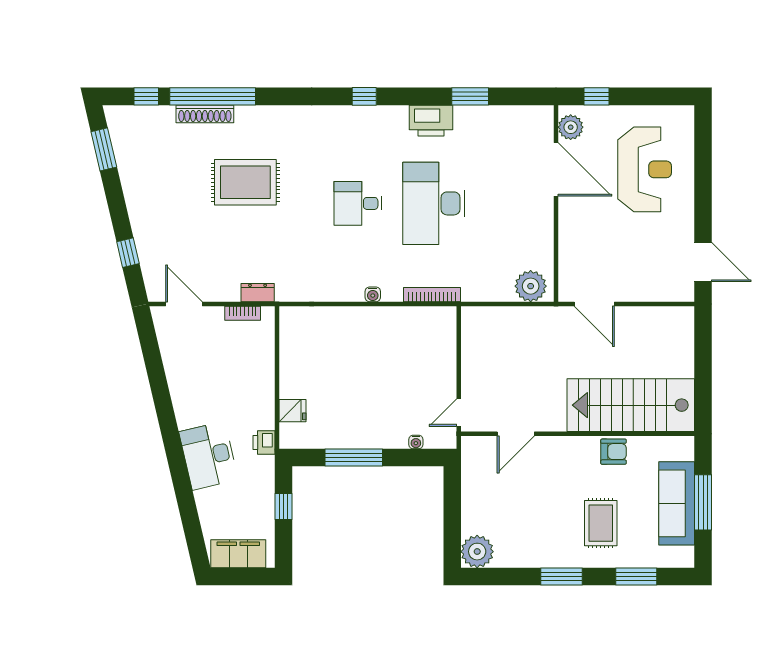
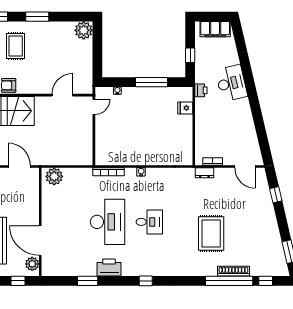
rug: (245, 182) -> (211, 234), turned 90

